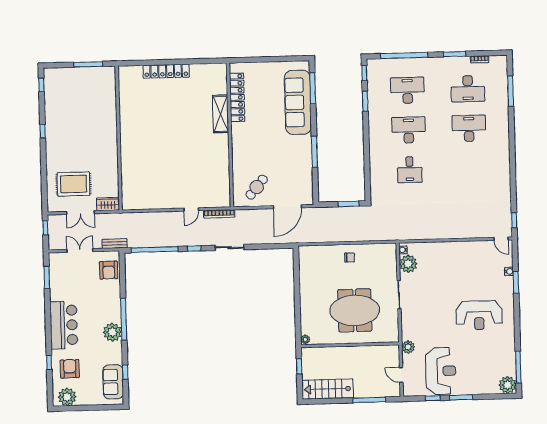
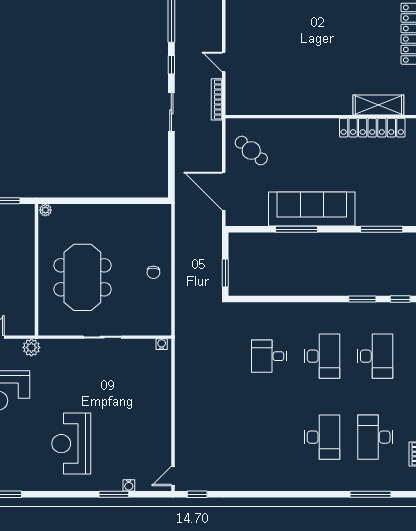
sofa: (298, 102) -> (312, 209), moved
shelving: (221, 114) -> (378, 105), moved
plant: (408, 264) -> (143, 351), removed

